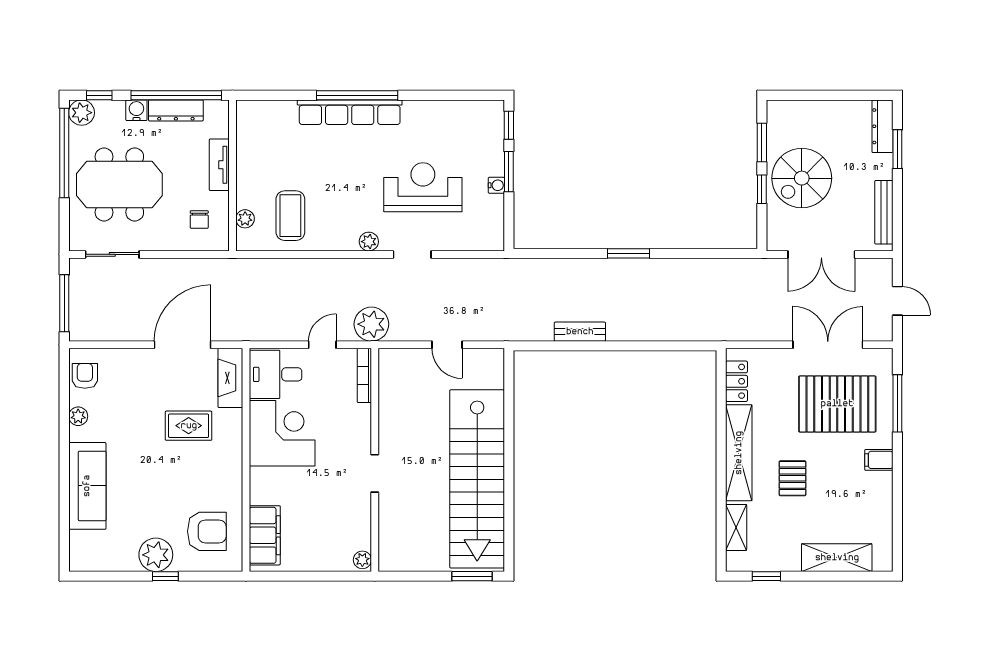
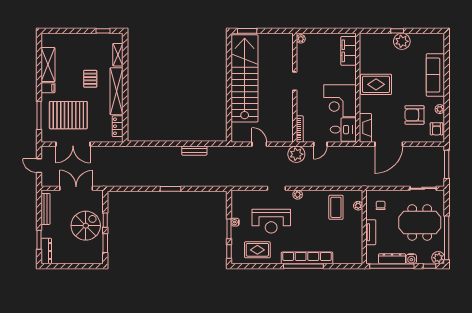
rug: (451, 129) -> (257, 250), added
rug: (189, 426) -> (376, 84), moved, width x1.36, depth x1.43
armchair: (207, 531) -> (414, 115), moved
shelving: (837, 558) -> (48, 65), moved, turned 90

